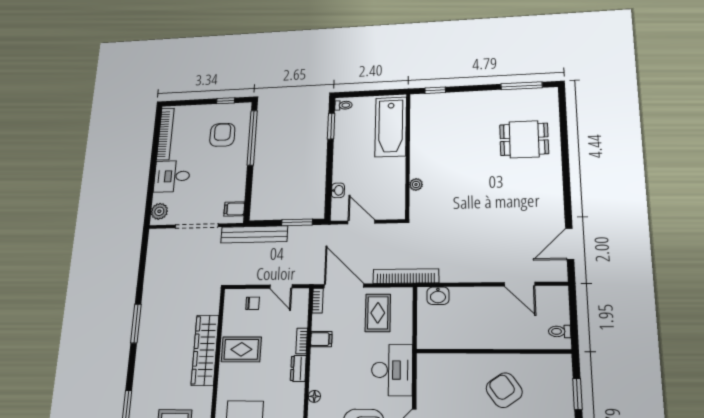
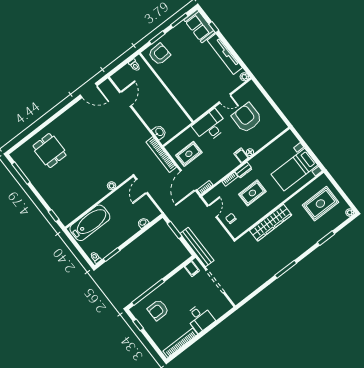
plant: (159, 211) -> (223, 308), removed
door: (361, 222) -> (142, 186), moved
filing cabinet: (321, 339) -> (241, 155), moved
rug: (241, 349) -> (252, 193), moved, turned 90
armchair: (504, 390) -> (159, 54), moved, turned -148

